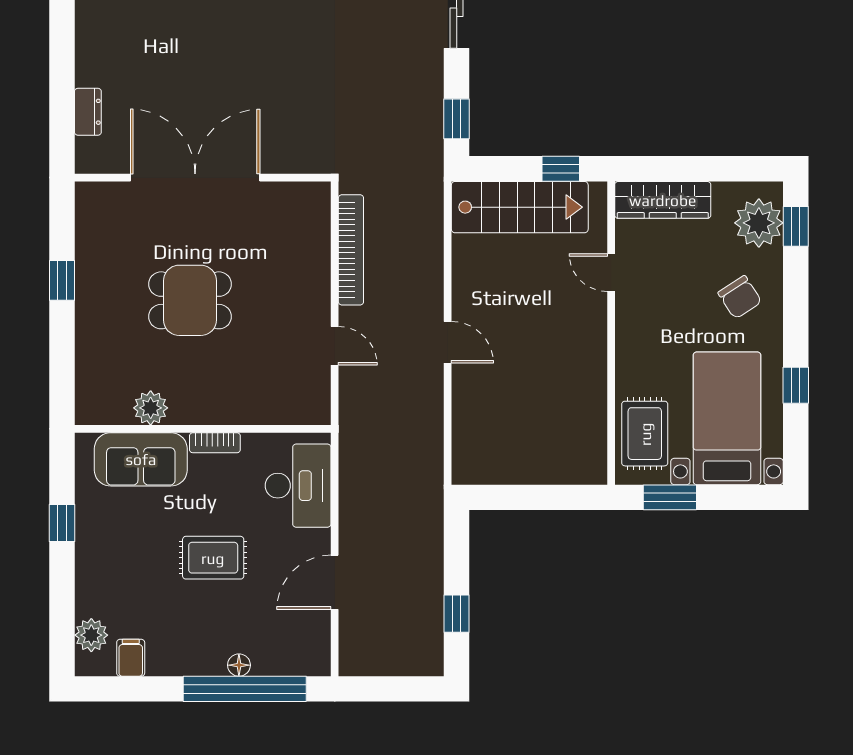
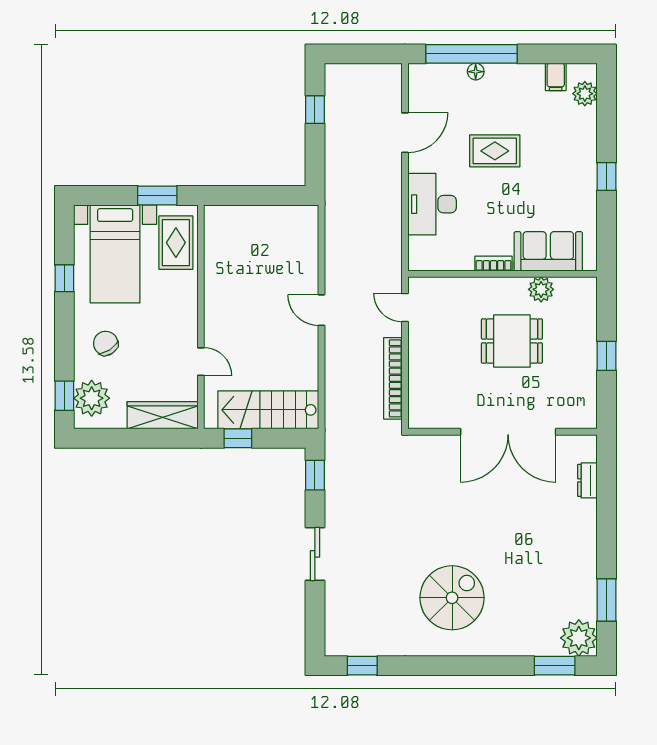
plant: (151, 408) -> (541, 289), moved
wall: (203, 429) -> (503, 274), moved
bookcase: (215, 443) -> (494, 264), moved
sofa: (141, 459) -> (548, 251), moved

